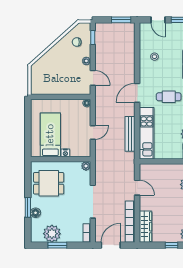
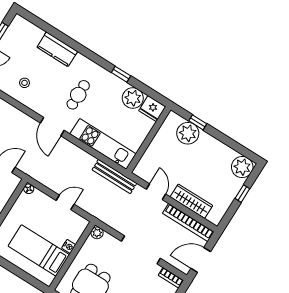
door: (93, 133) -> (65, 202), hinge flipped
bench: (130, 134) -> (114, 176), moved
door: (137, 188) -> (156, 192), hinge flipped
wardrobe: (145, 227) -> (191, 201), moved
door: (111, 245) -> (201, 260), hinge flipped

